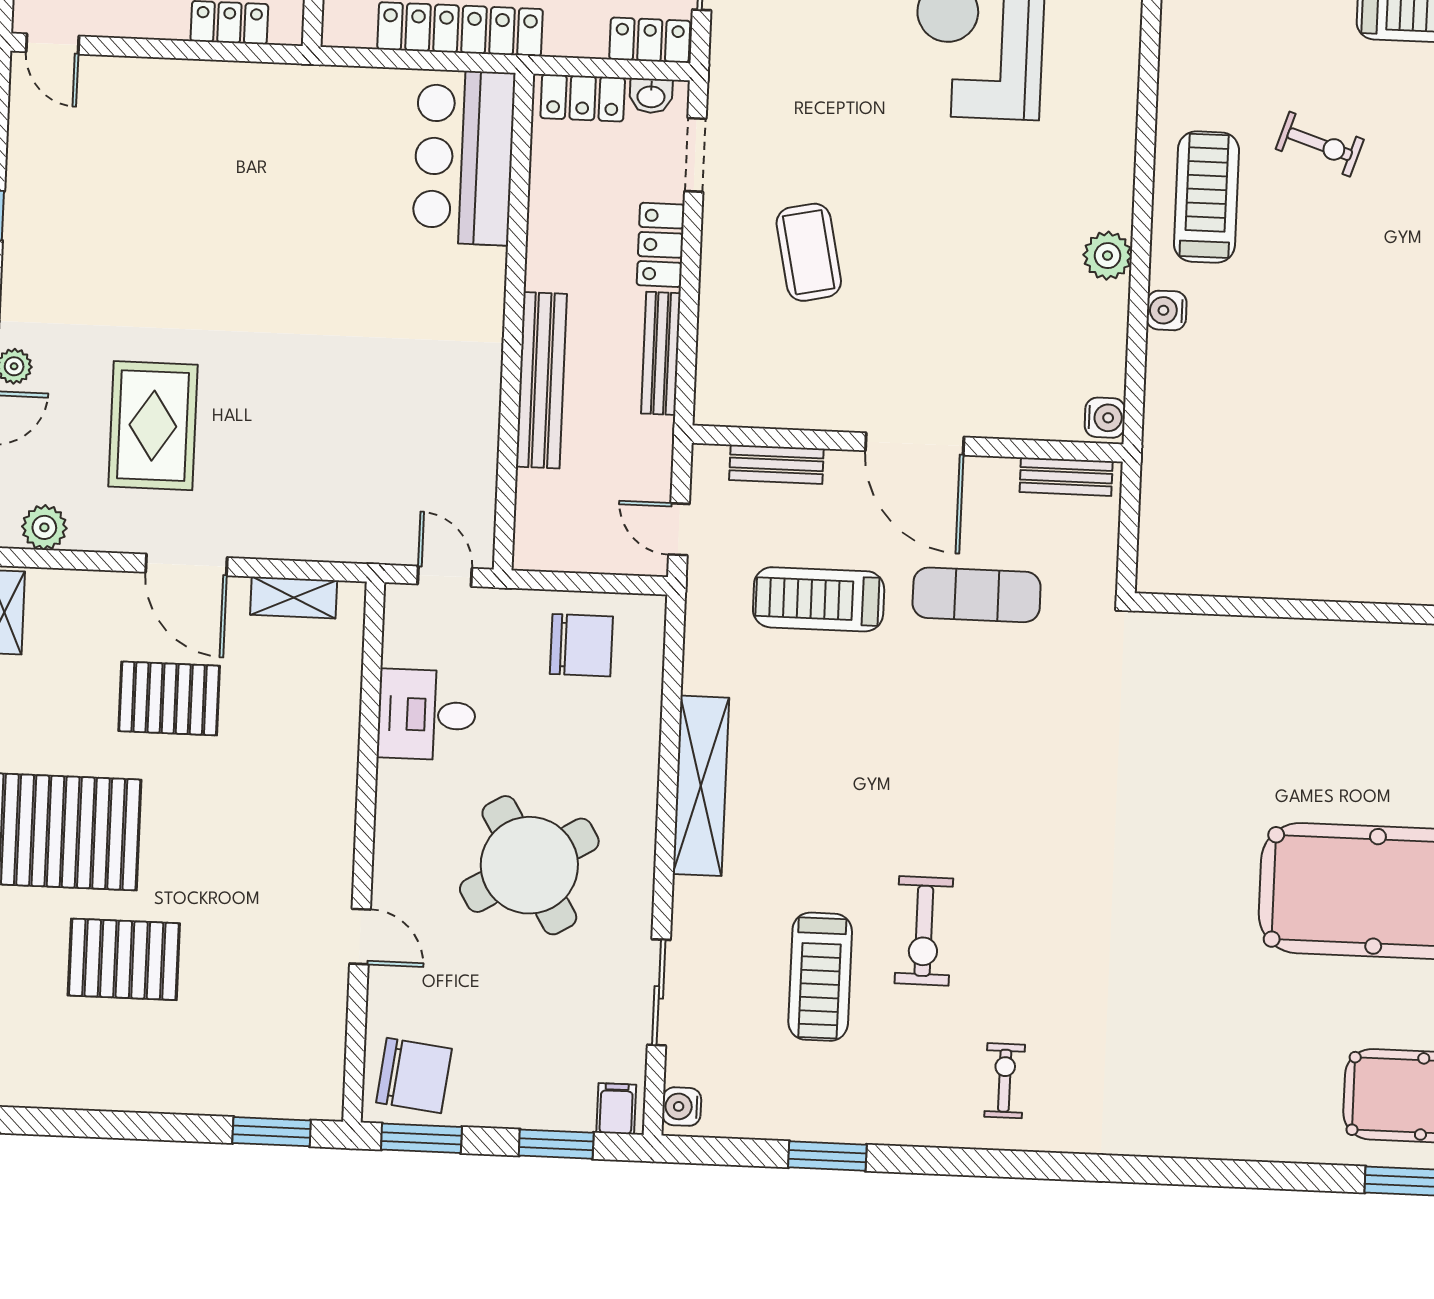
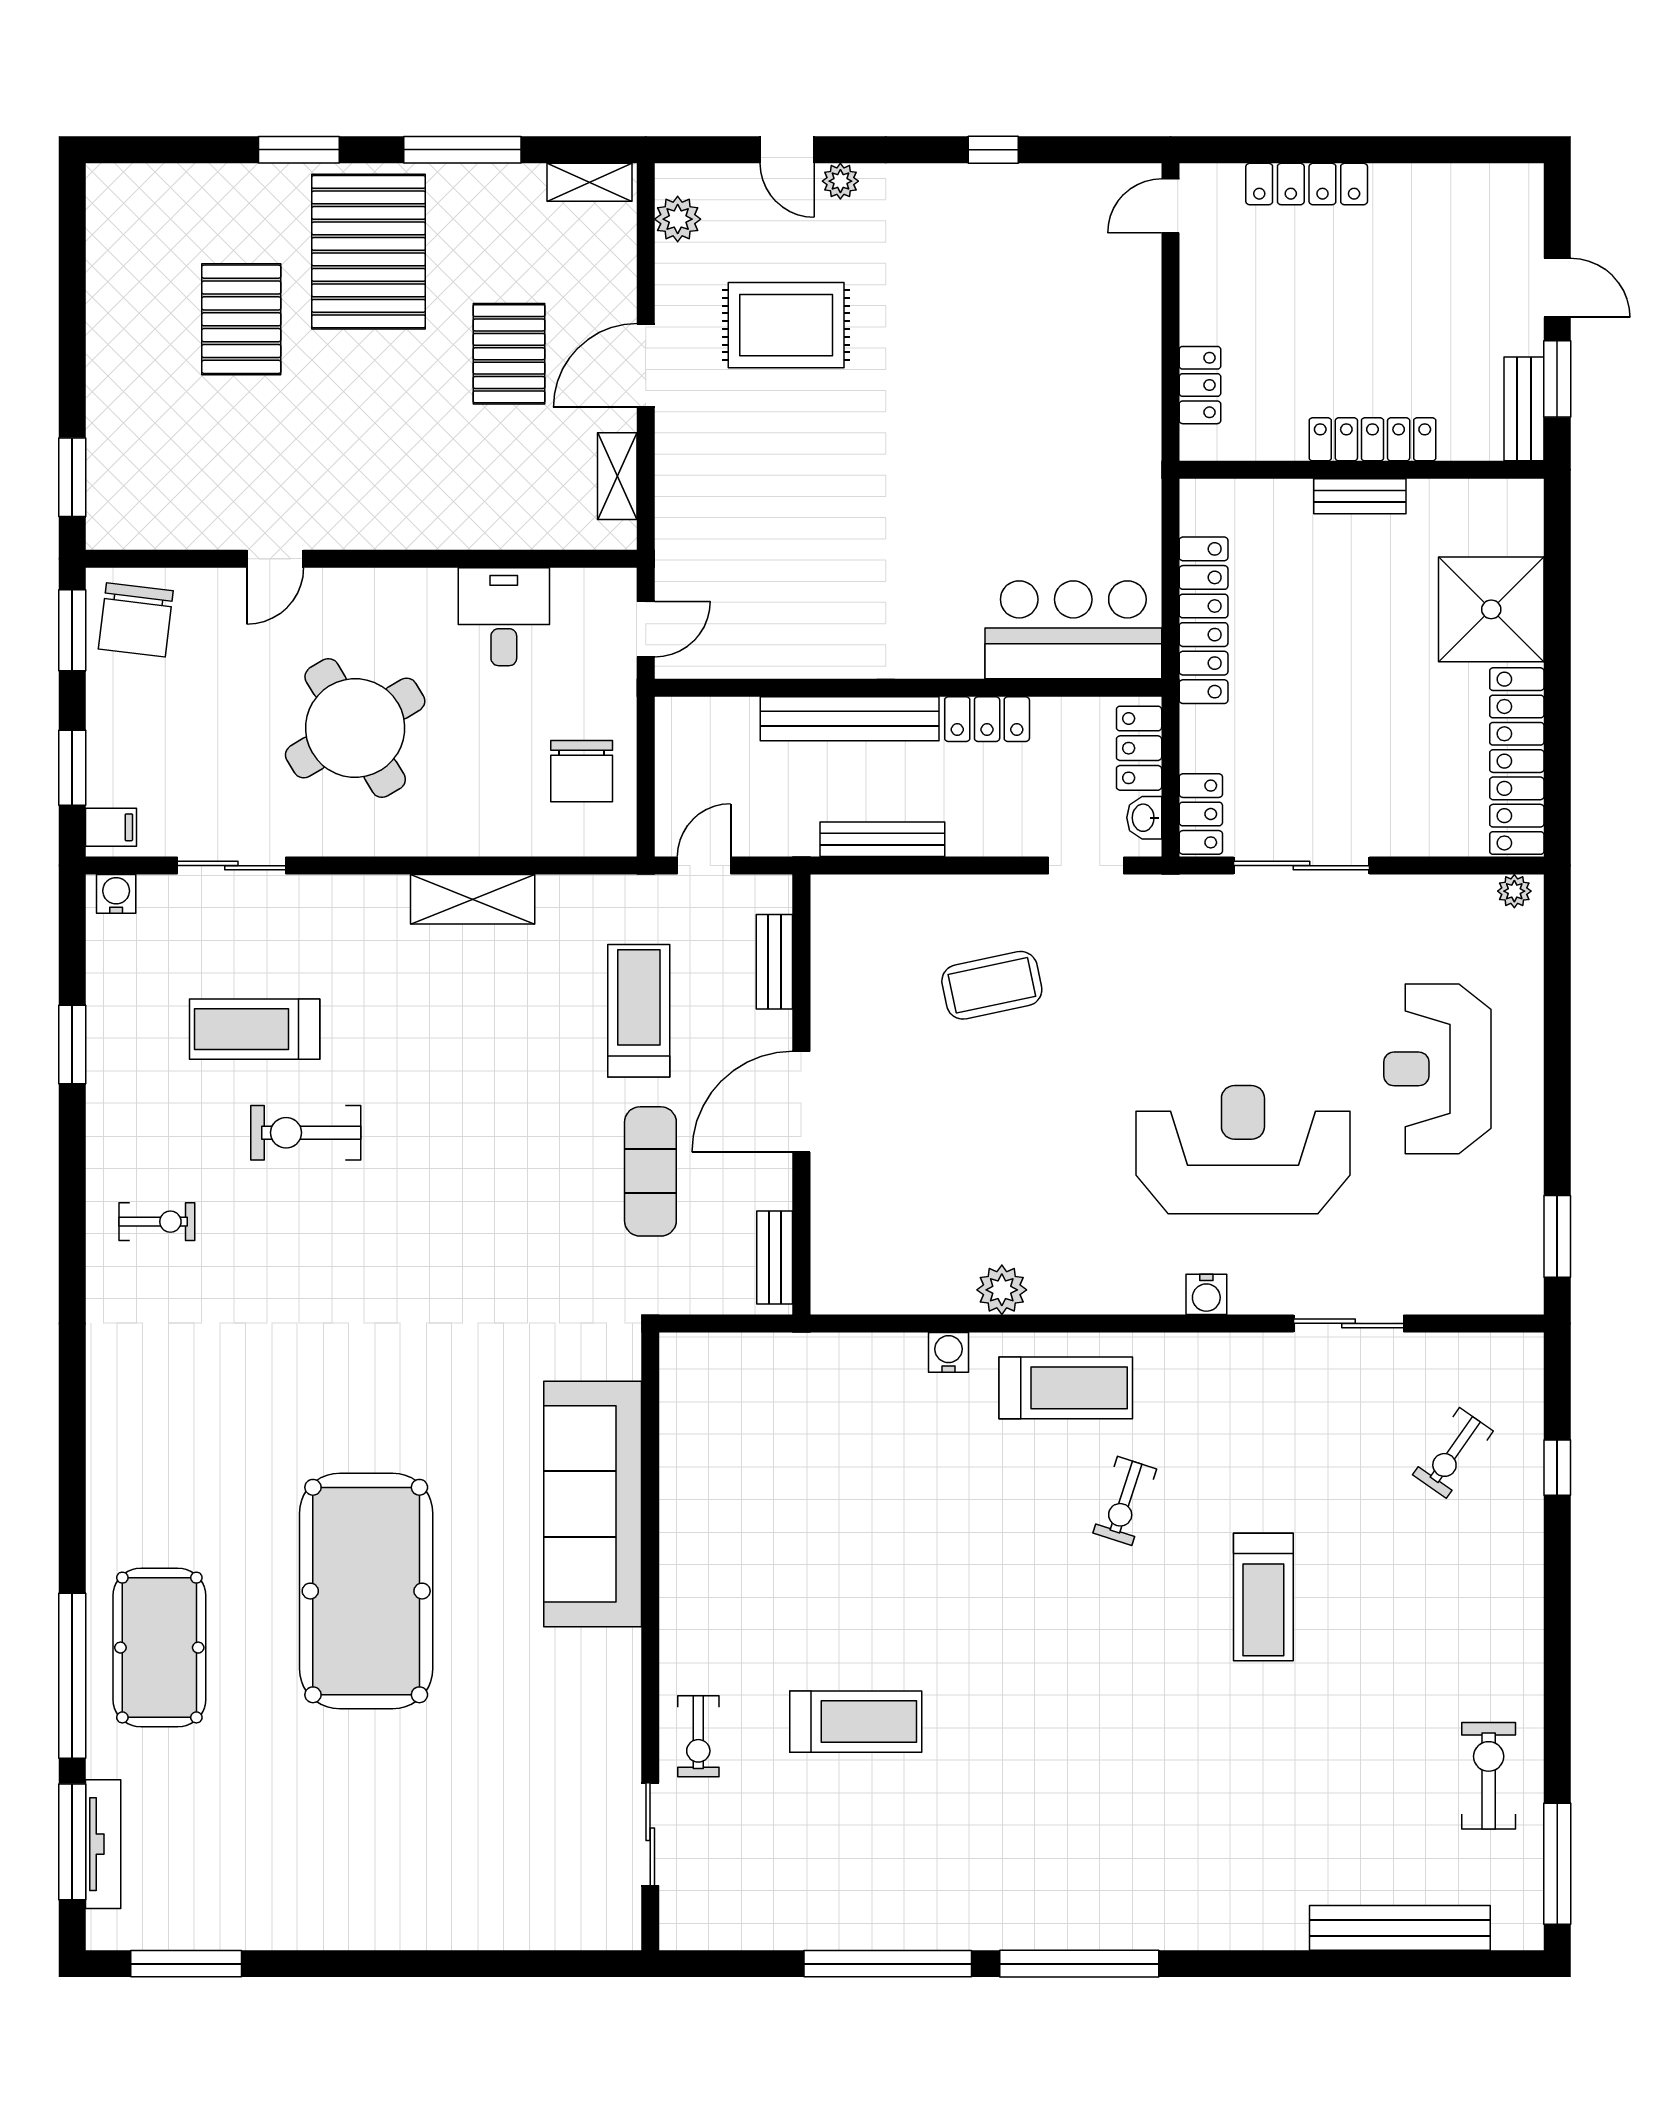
locker: (661, 245) -> (987, 719), moved, turned 180
water cooler: (1105, 418) -> (1206, 1294), moved
sofa: (1300, 666) -> (593, 1504), added
shelving: (701, 786) -> (473, 899), width x0.68

